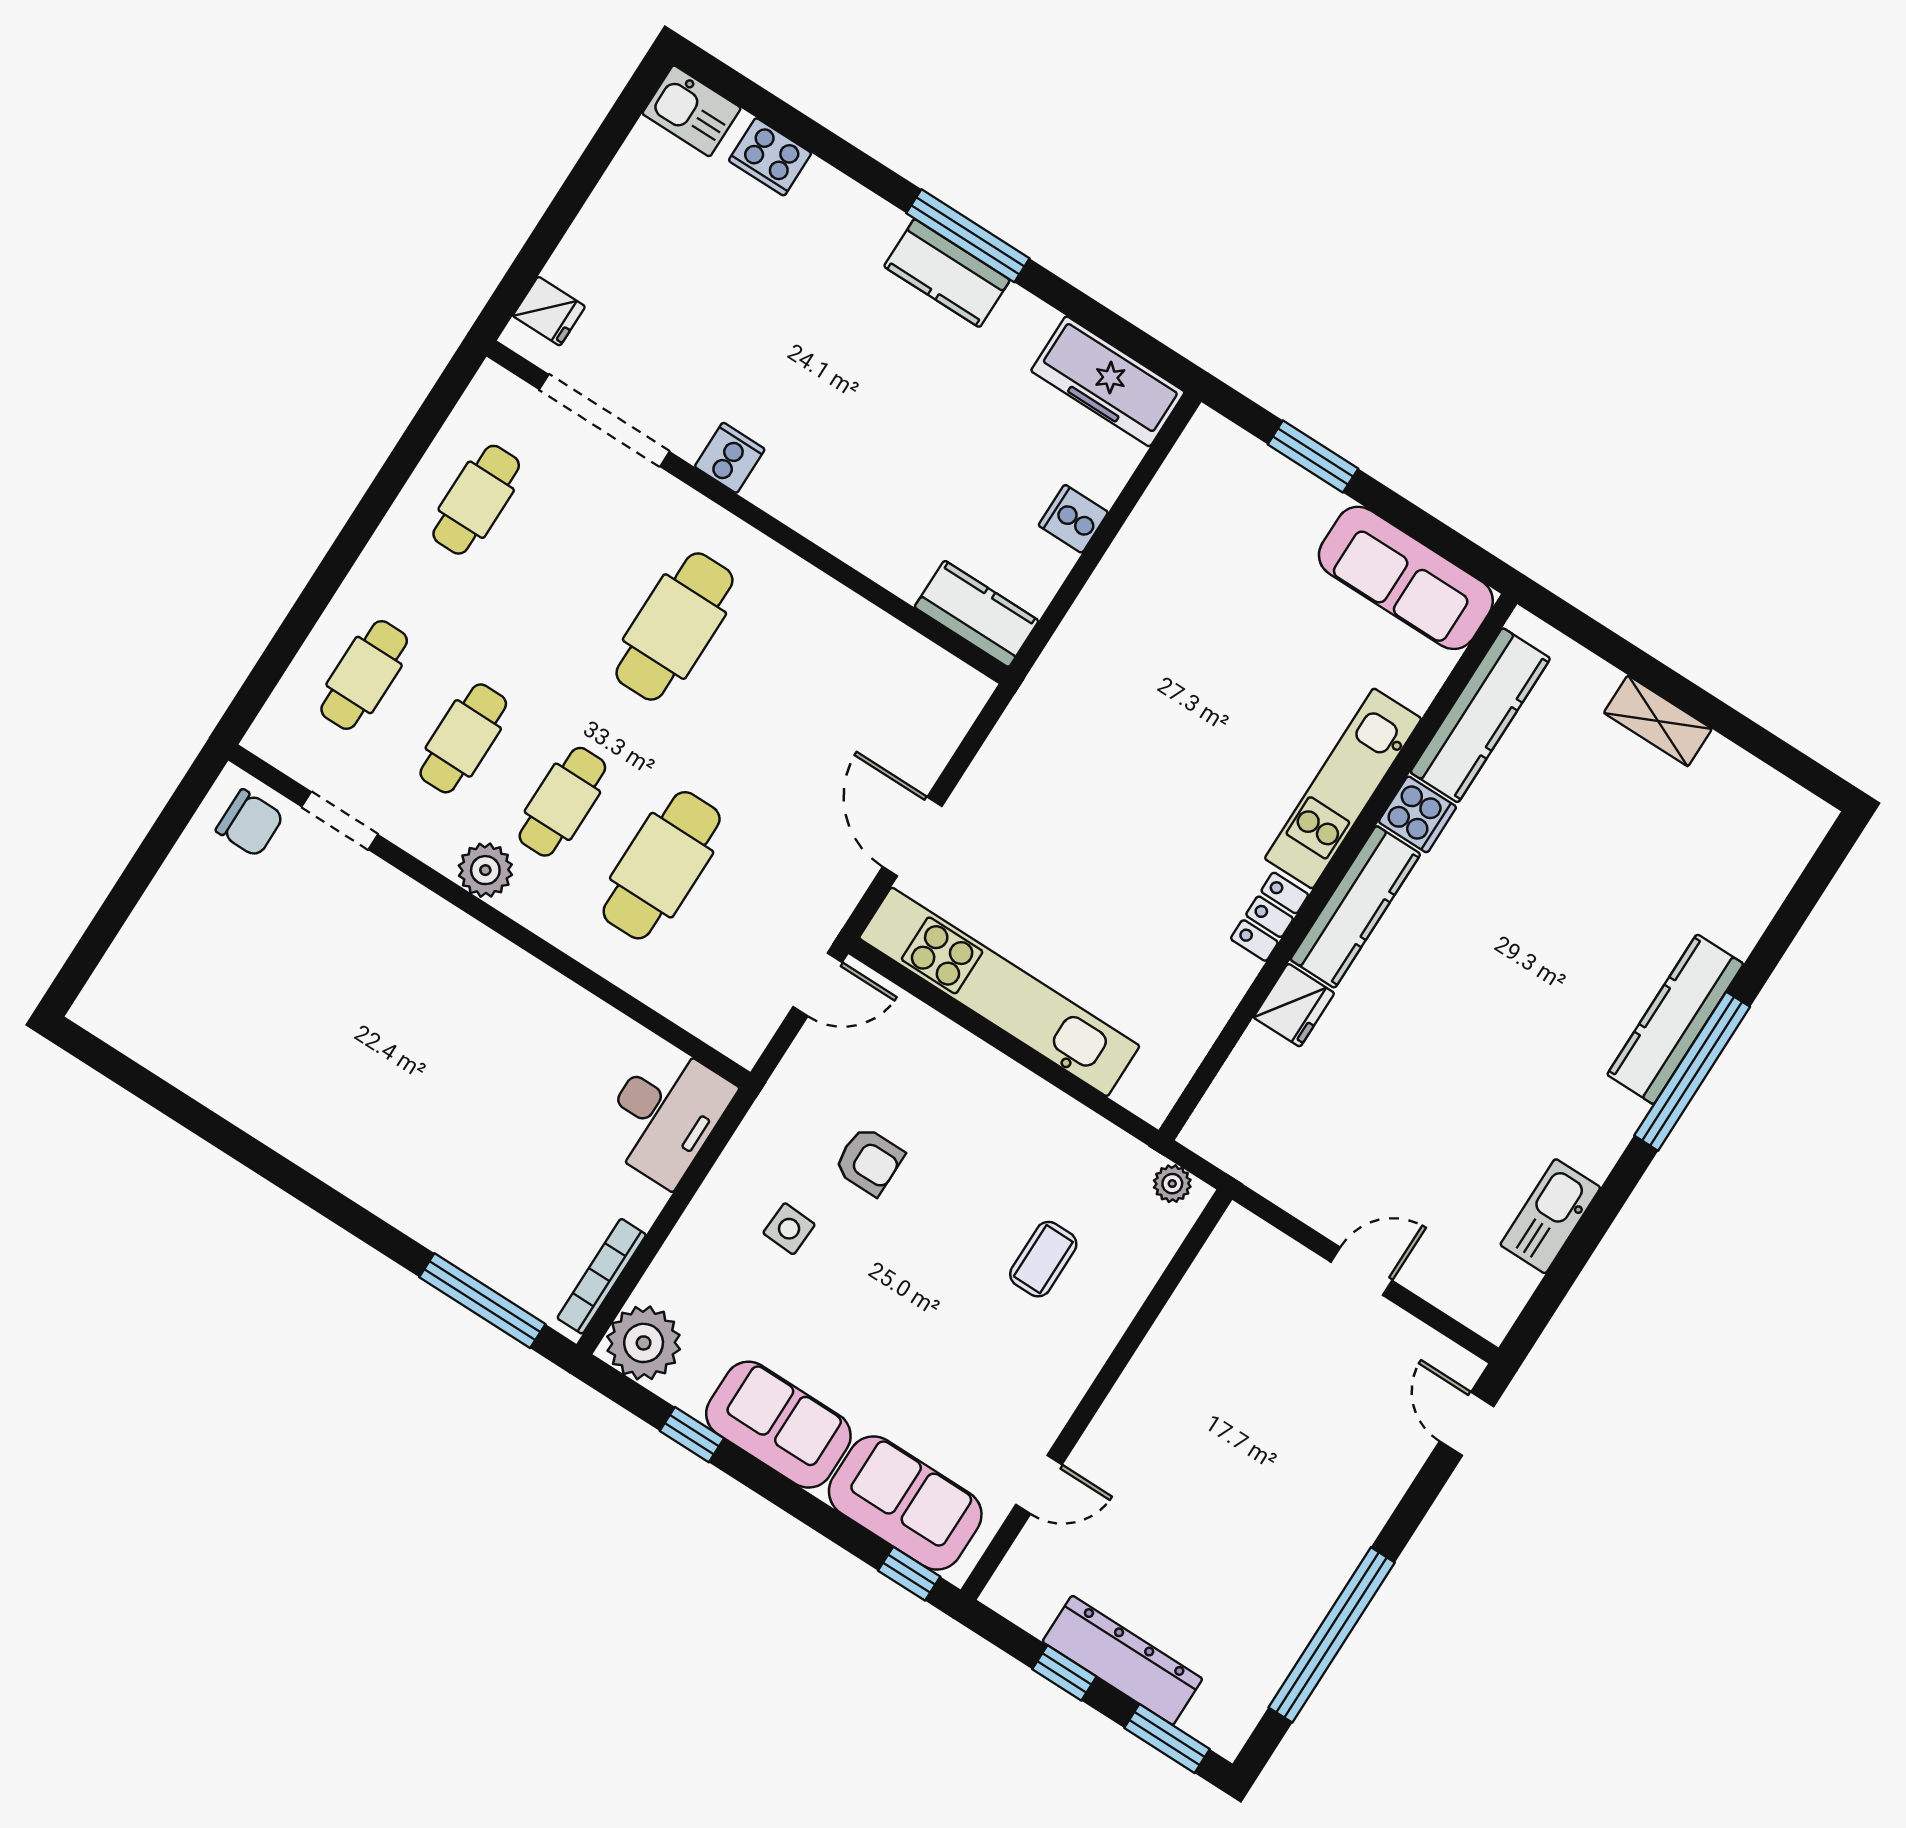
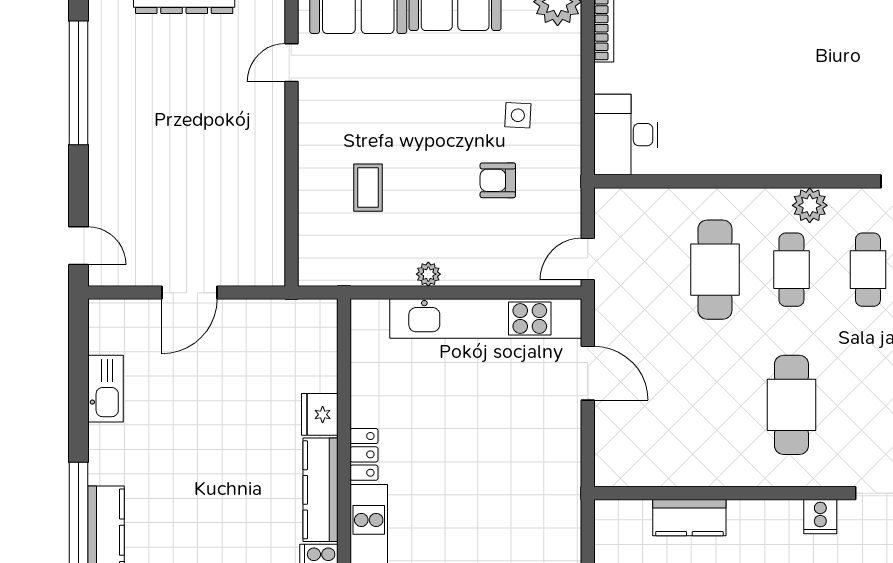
kitchen counter: (977, 614) -> (689, 518), moved
plant: (1172, 1184) -> (428, 274), moved
door: (1362, 1271) -> (189, 293), width x1.38

